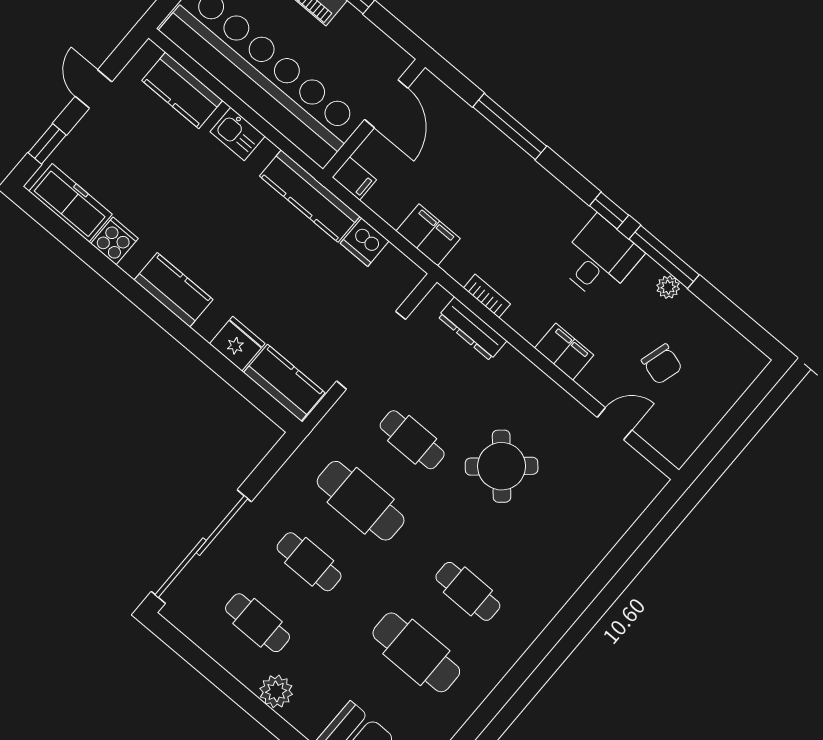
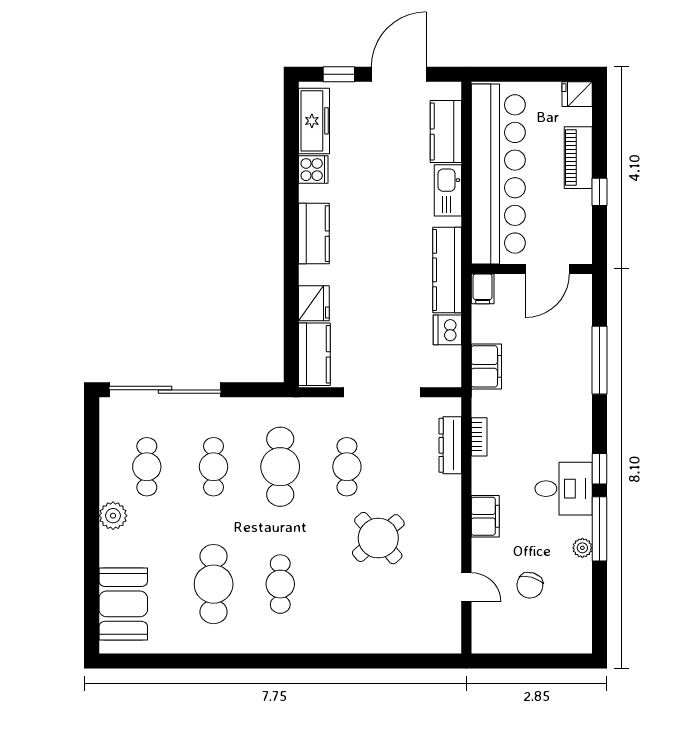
door: (93, 89) -> (399, 74), width x1.87
kitchen sink: (238, 134) -> (448, 190), width x1.38

